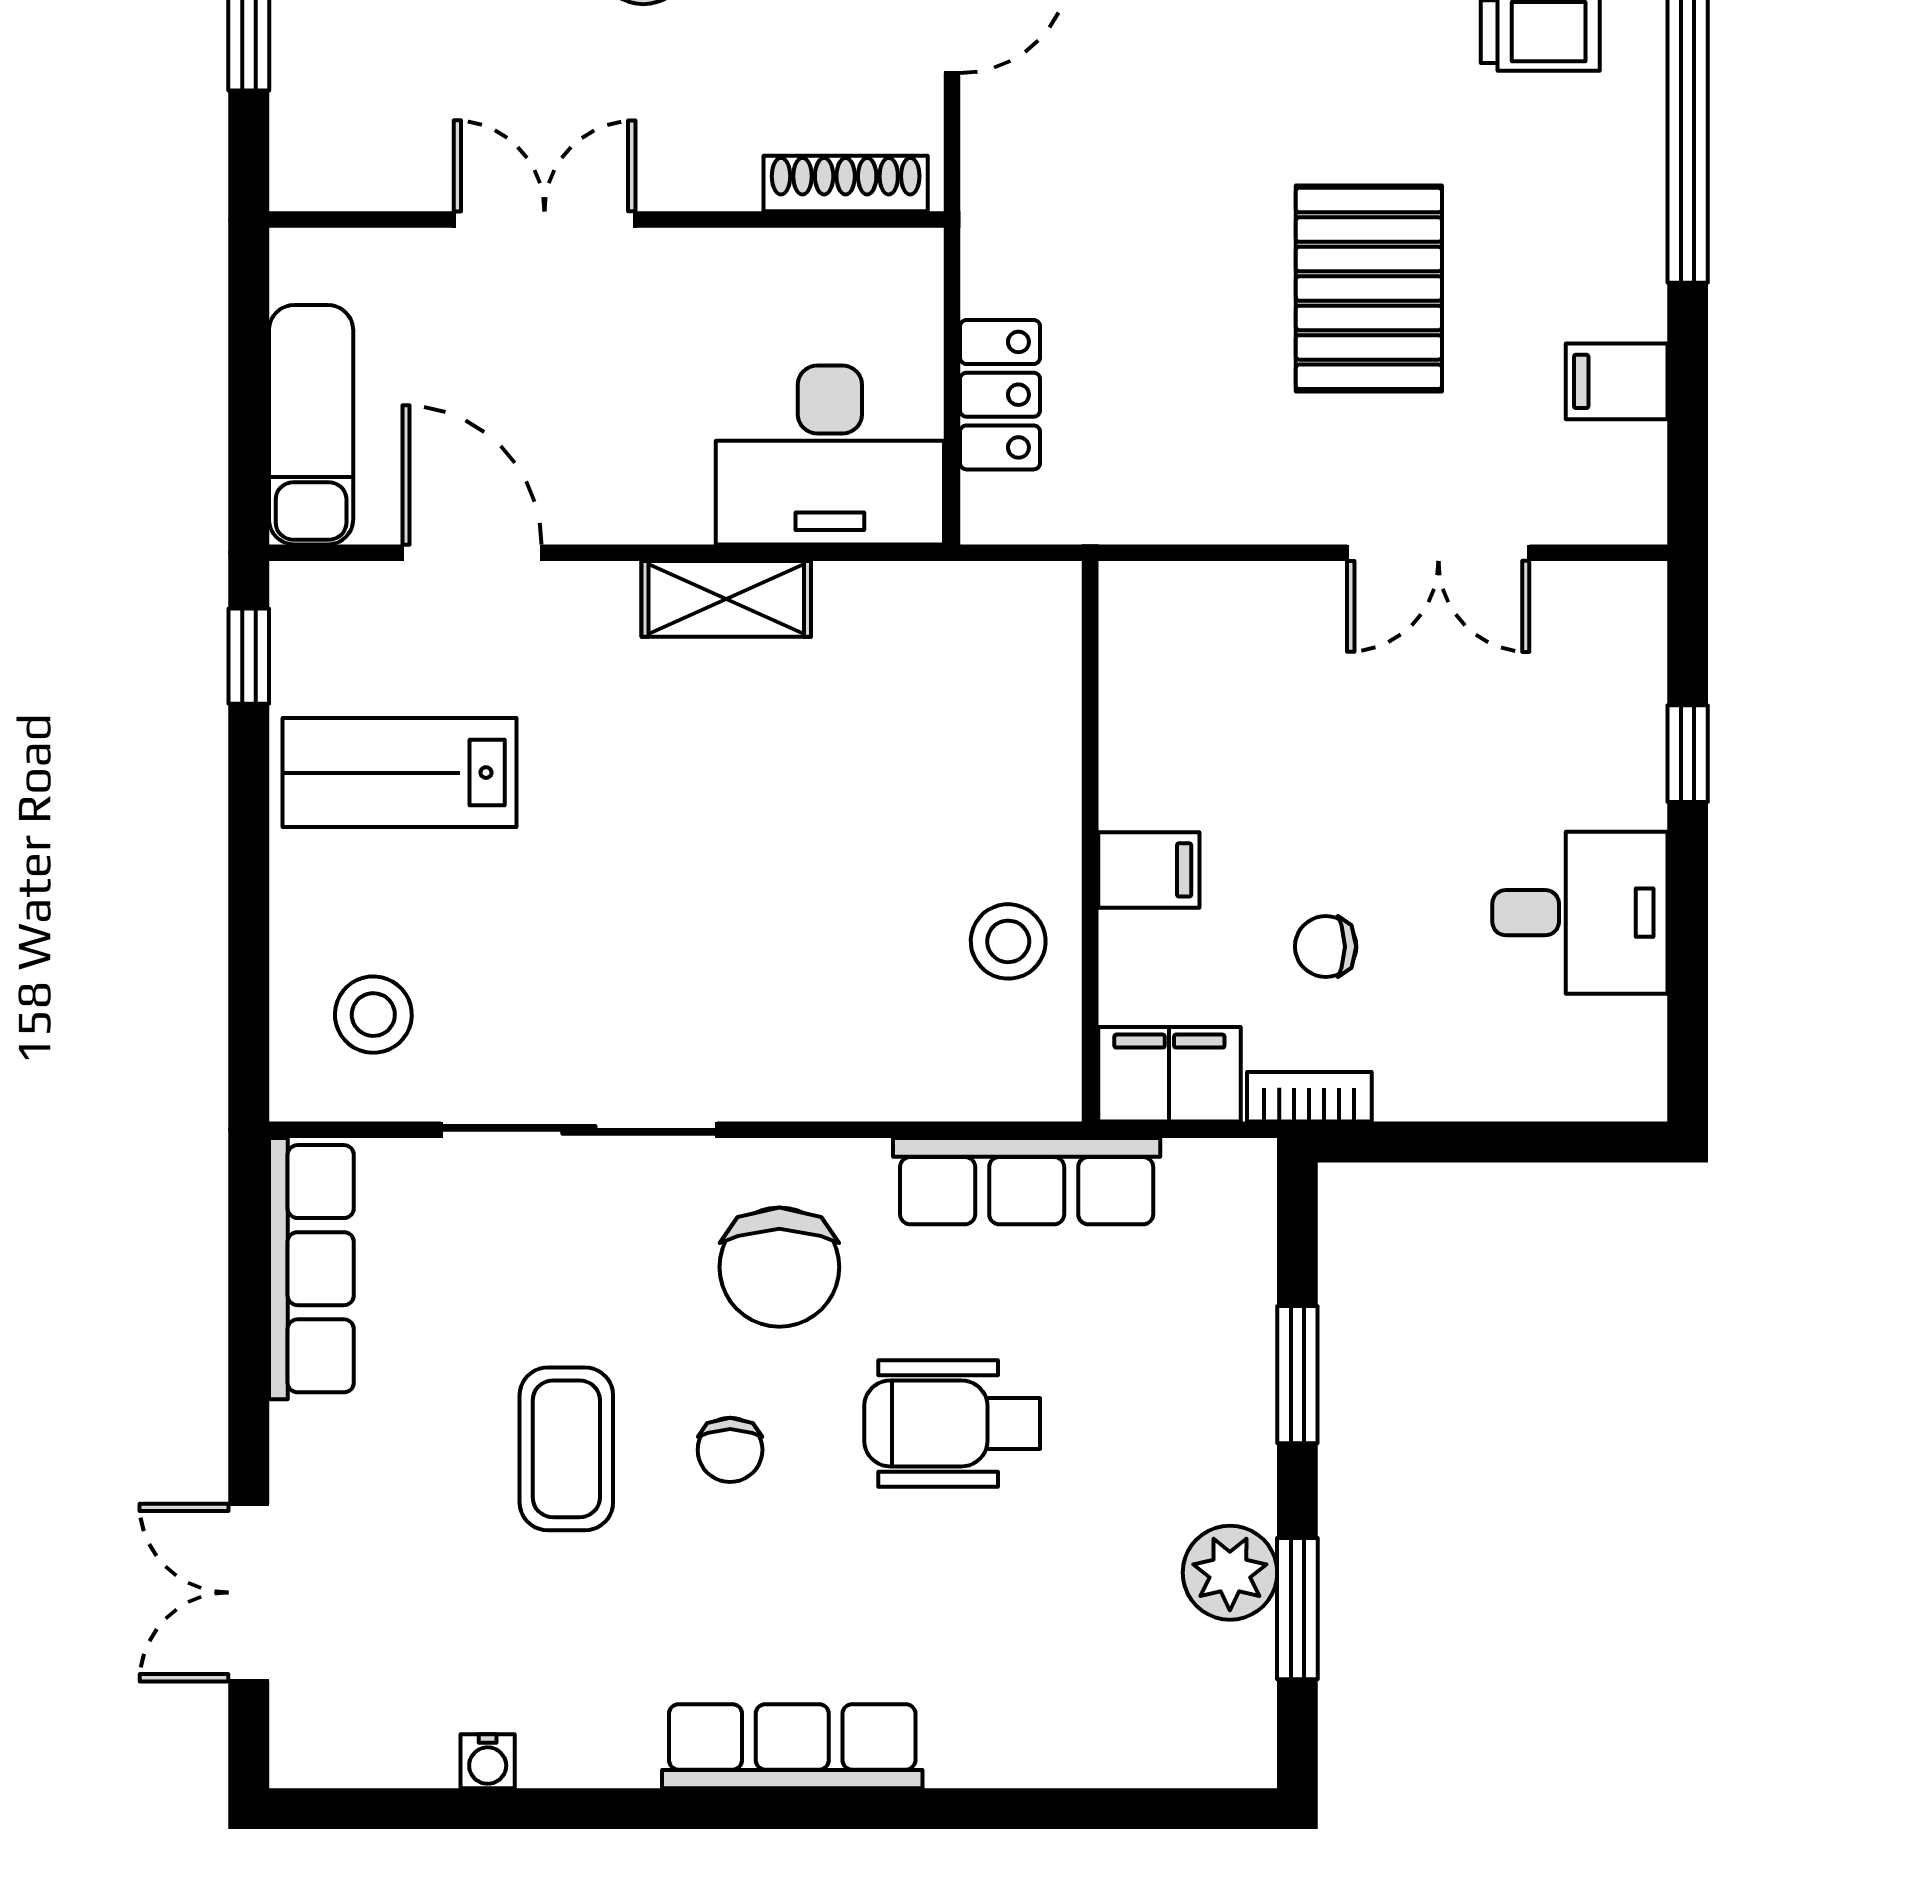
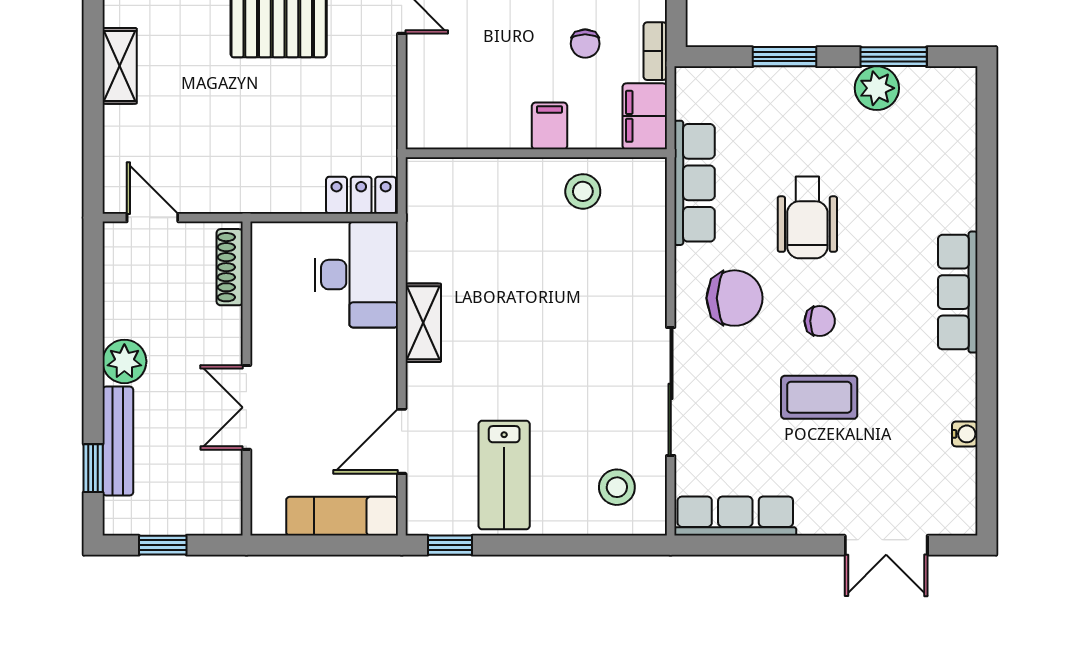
locker: (1000, 395) -> (361, 195), moved

